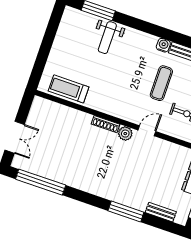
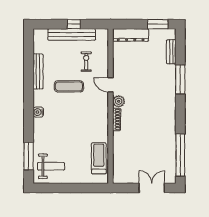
weight bench: (107, 38) -> (51, 166), moved
water cooler: (163, 45) -> (38, 112), moved
treadmill: (69, 89) -> (99, 158), turned 180

